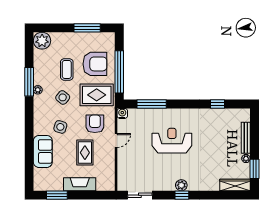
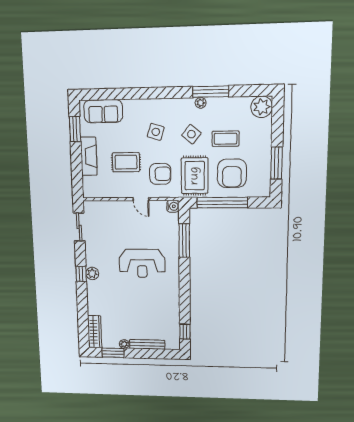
window: (217, 104) -> (185, 332), moved
reception desk: (172, 141) -> (142, 263), turned 90
sofa: (43, 151) -> (103, 111), moved

